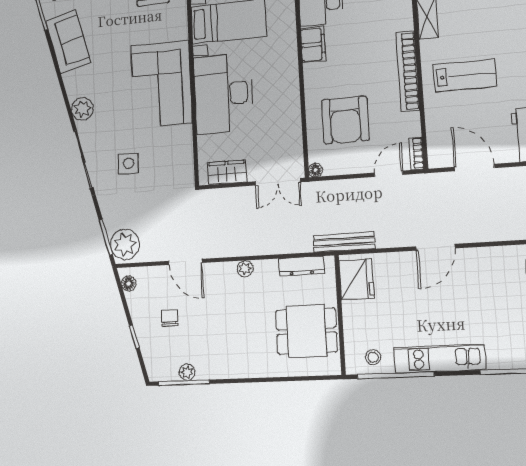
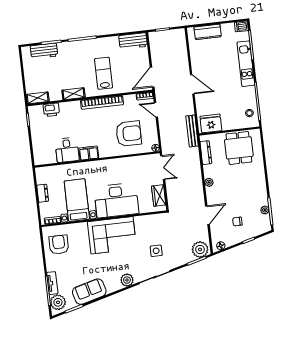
door: (474, 168) -> (152, 77), moved
kitchen unit: (439, 359) -> (246, 64), moved

